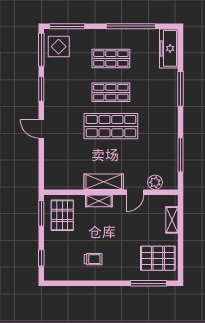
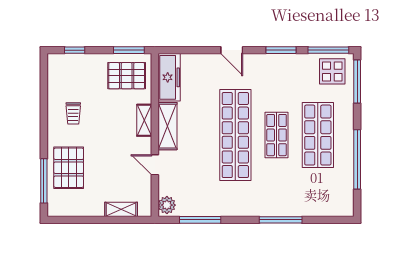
freezer: (169, 48) -> (169, 77), moved, turned 90
shop shelf: (111, 58) -> (318, 135), width x1.43, depth x1.36
shop shelf: (111, 126) -> (235, 135), width x1.40
door: (41, 129) -> (232, 50), swing flipped
plant: (155, 182) -> (167, 205), moved
pallet: (158, 258) -> (69, 168), moved

